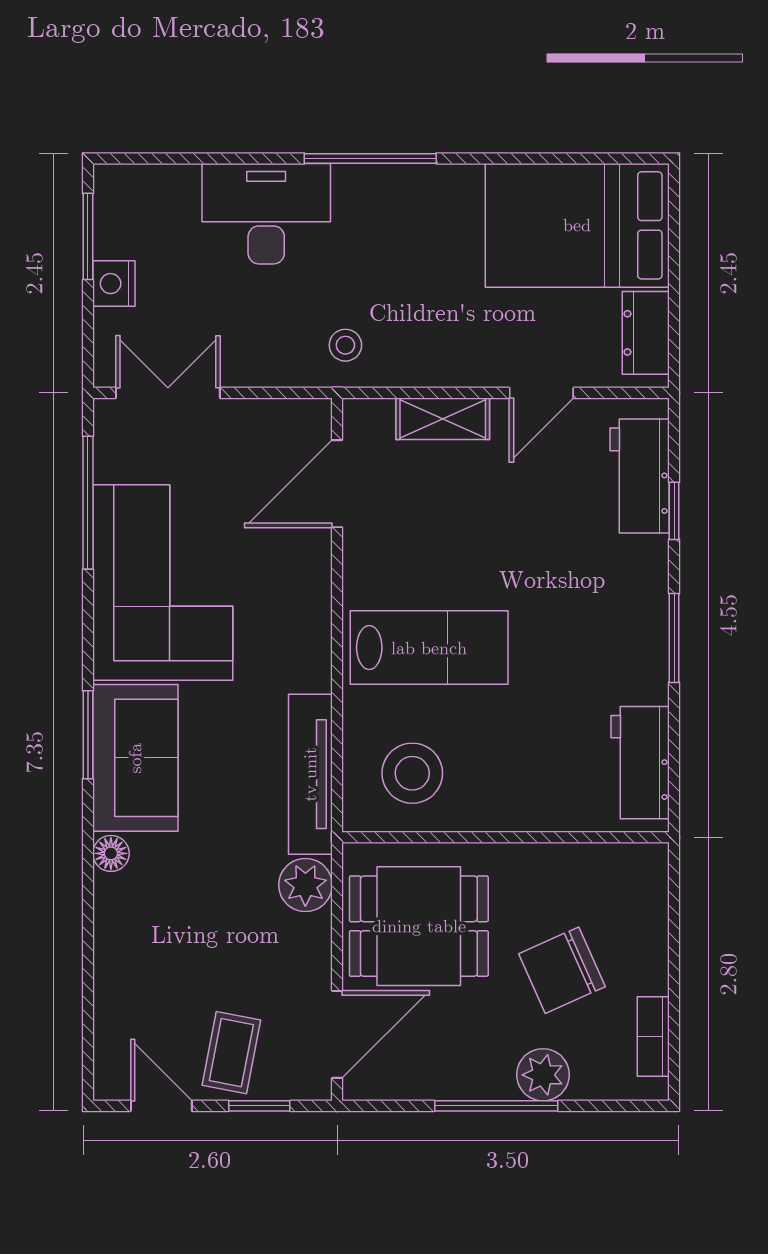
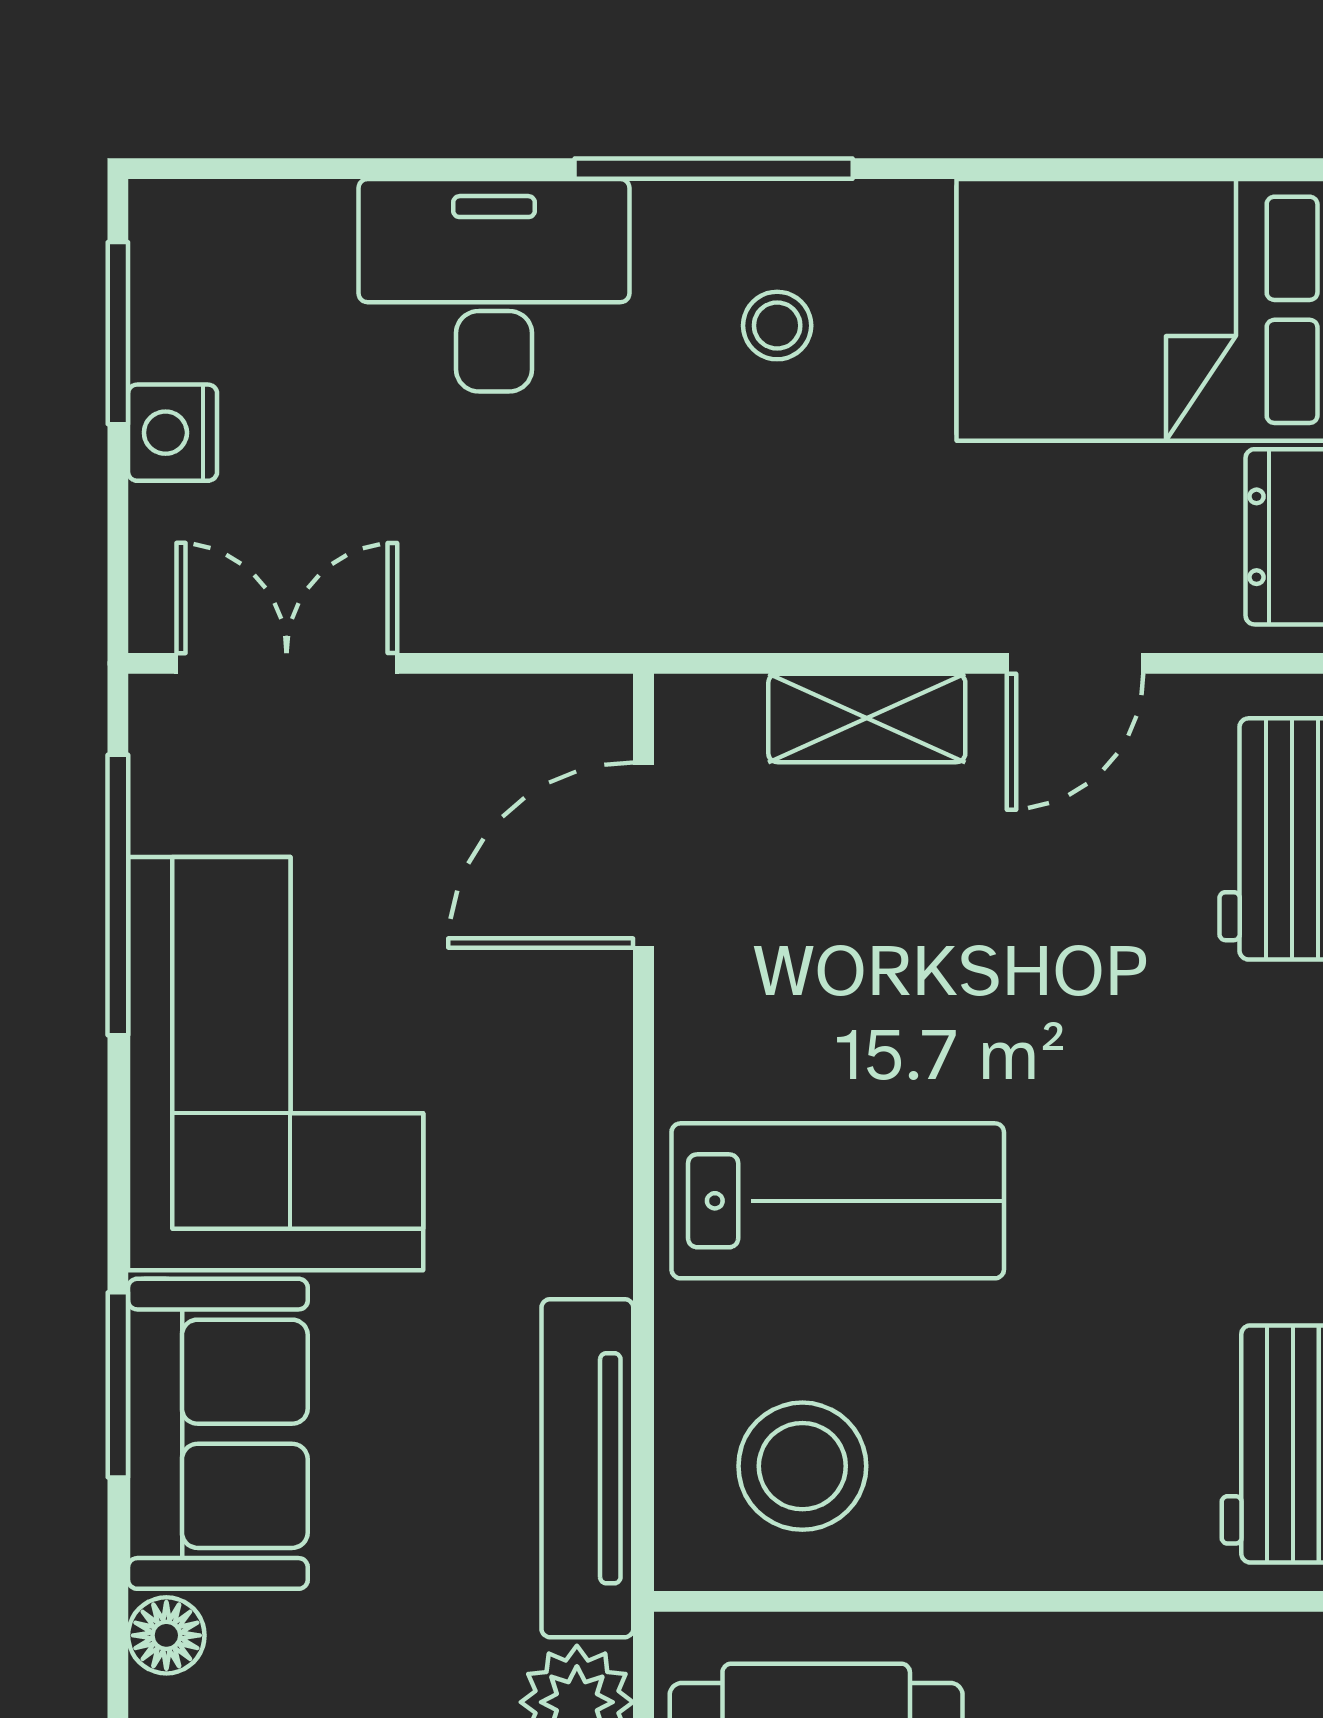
stool: (345, 345) -> (777, 326), moved

